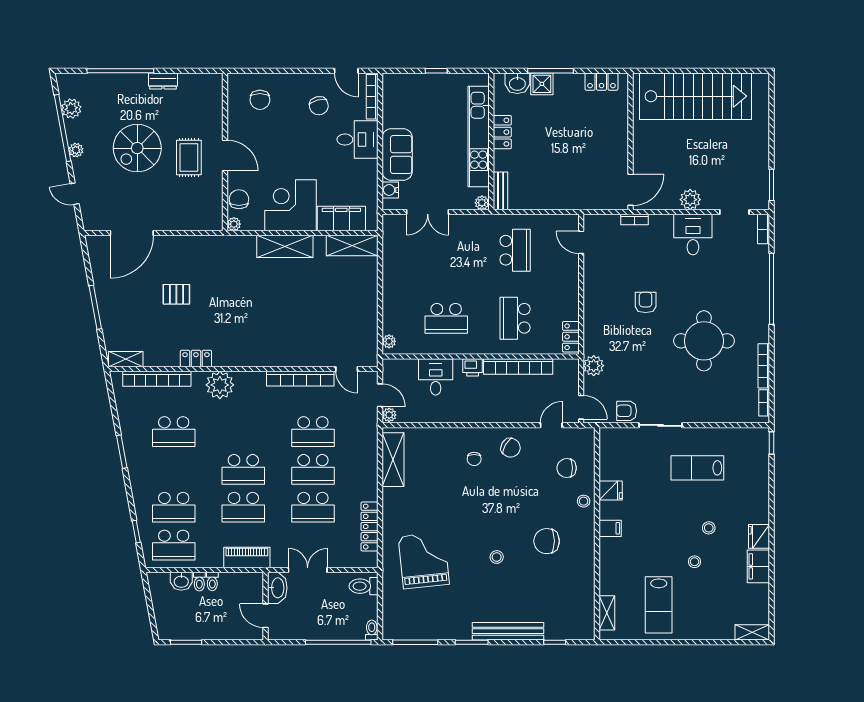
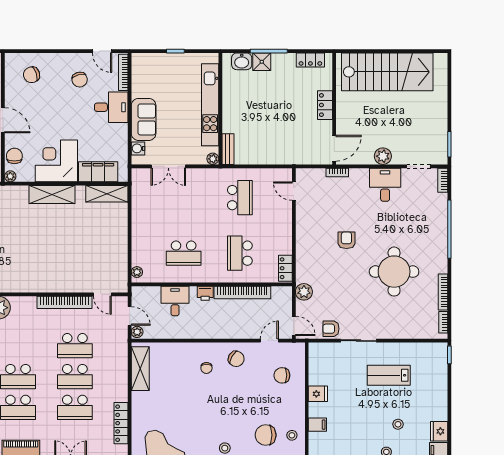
chair: (260, 100) -> (32, 75), turned 71
locker: (502, 132) -> (325, 105), moved, turned 180
stool: (584, 501) -> (292, 435), moved

